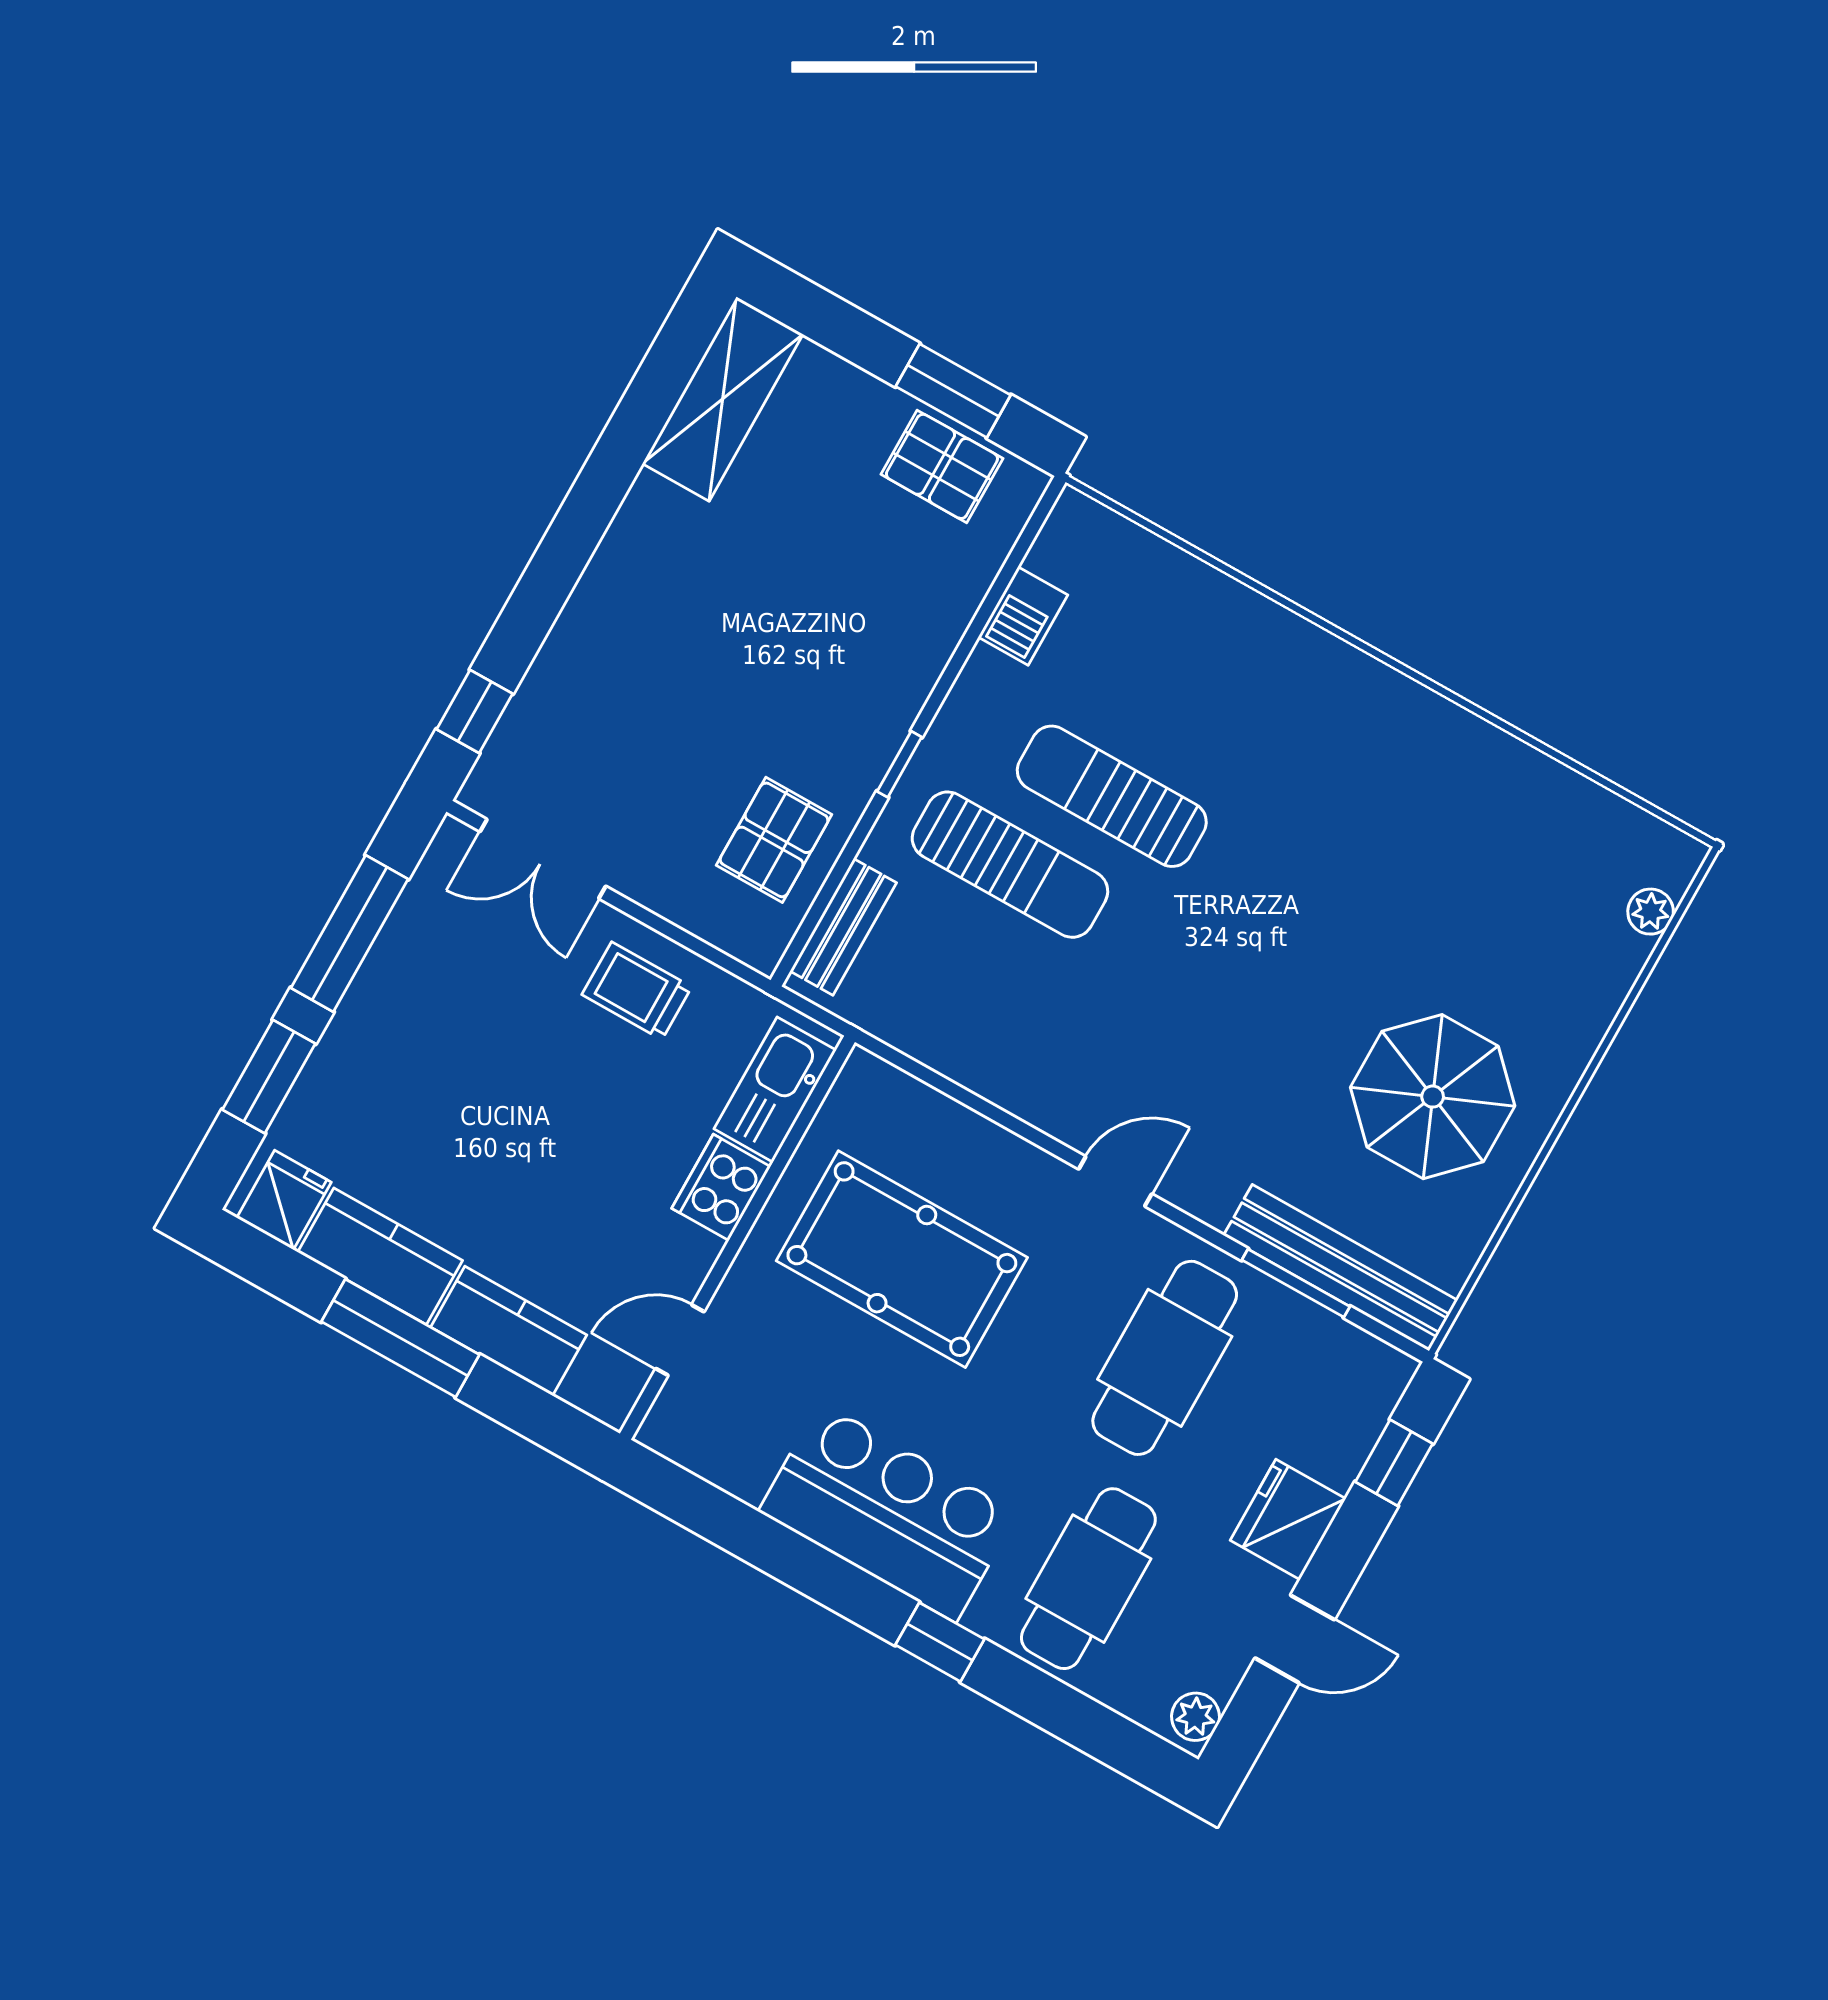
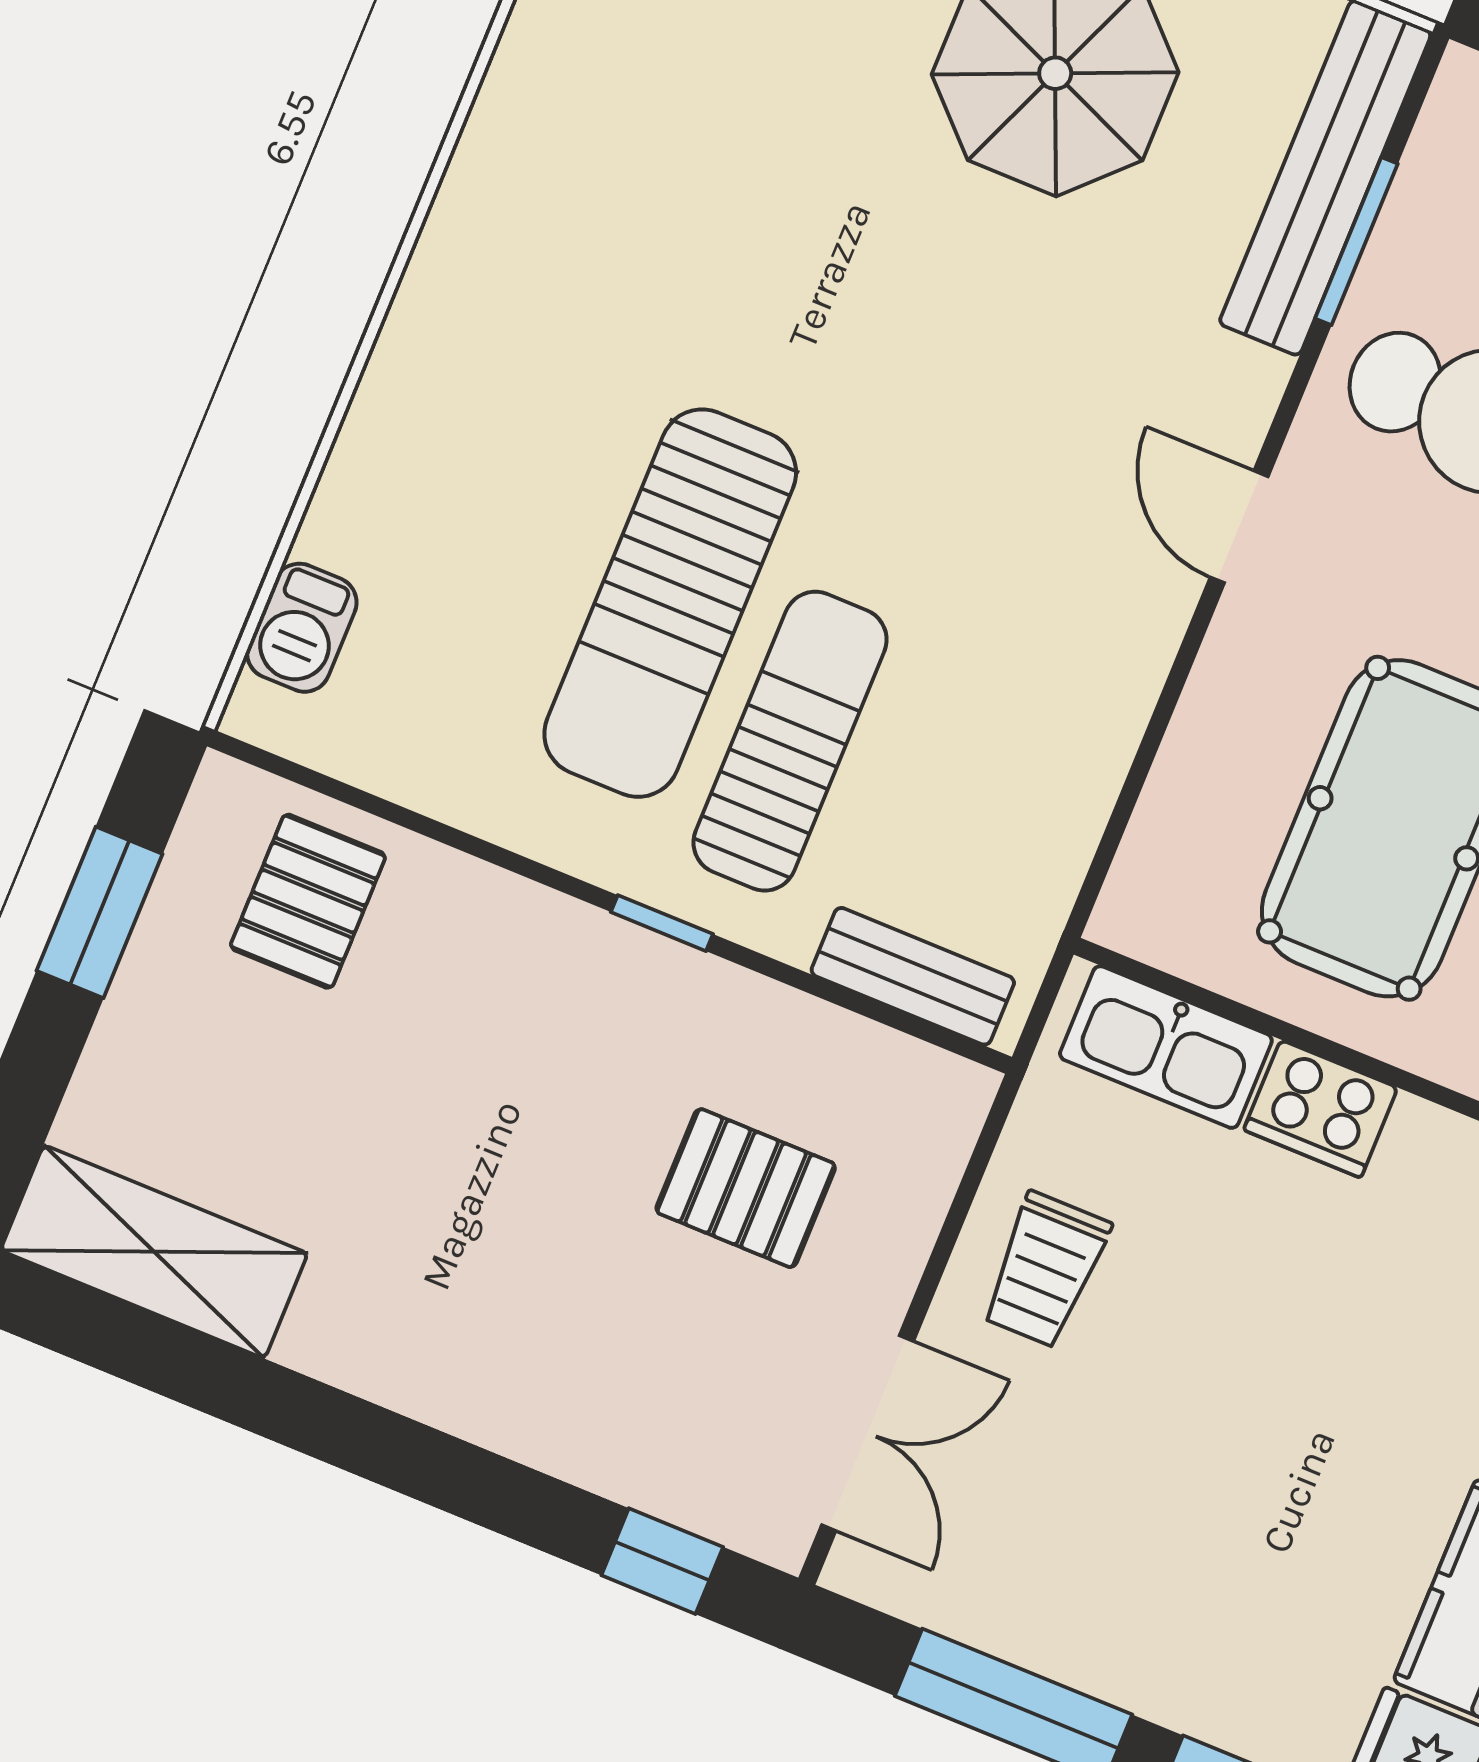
pallet: (942, 466) -> (308, 901), moved
barbecue: (1023, 616) -> (302, 628), moved, turned 90
sun lounger: (1112, 796) -> (670, 603), width x1.36, depth x1.34
pallet: (774, 840) -> (746, 1188), moved

